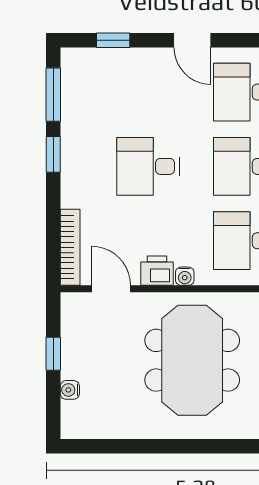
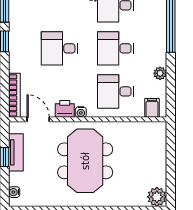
tv unit: (73, 346) -> (16, 152), added
water cooler: (70, 390) -> (14, 192), moved

